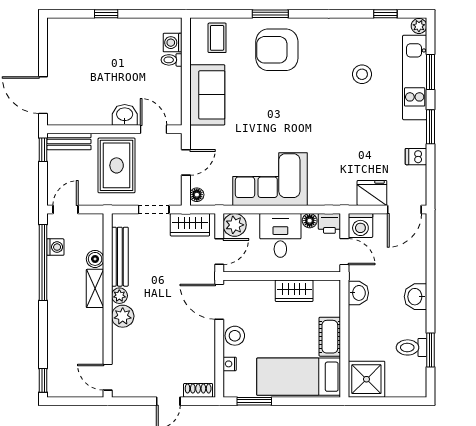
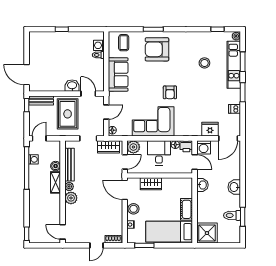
armchair: (300, 127) -> (170, 92), added
wardrobe: (294, 291) -> (151, 184), moved

